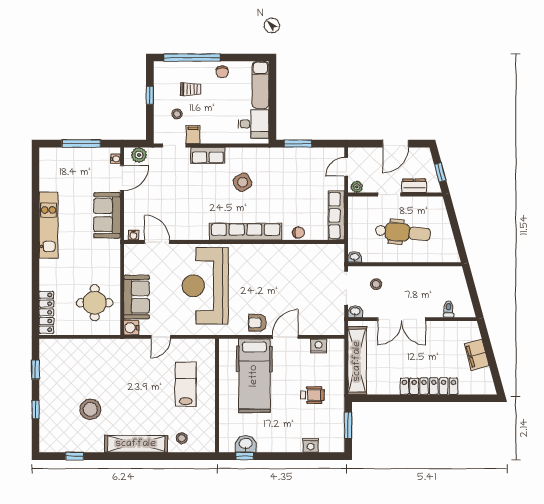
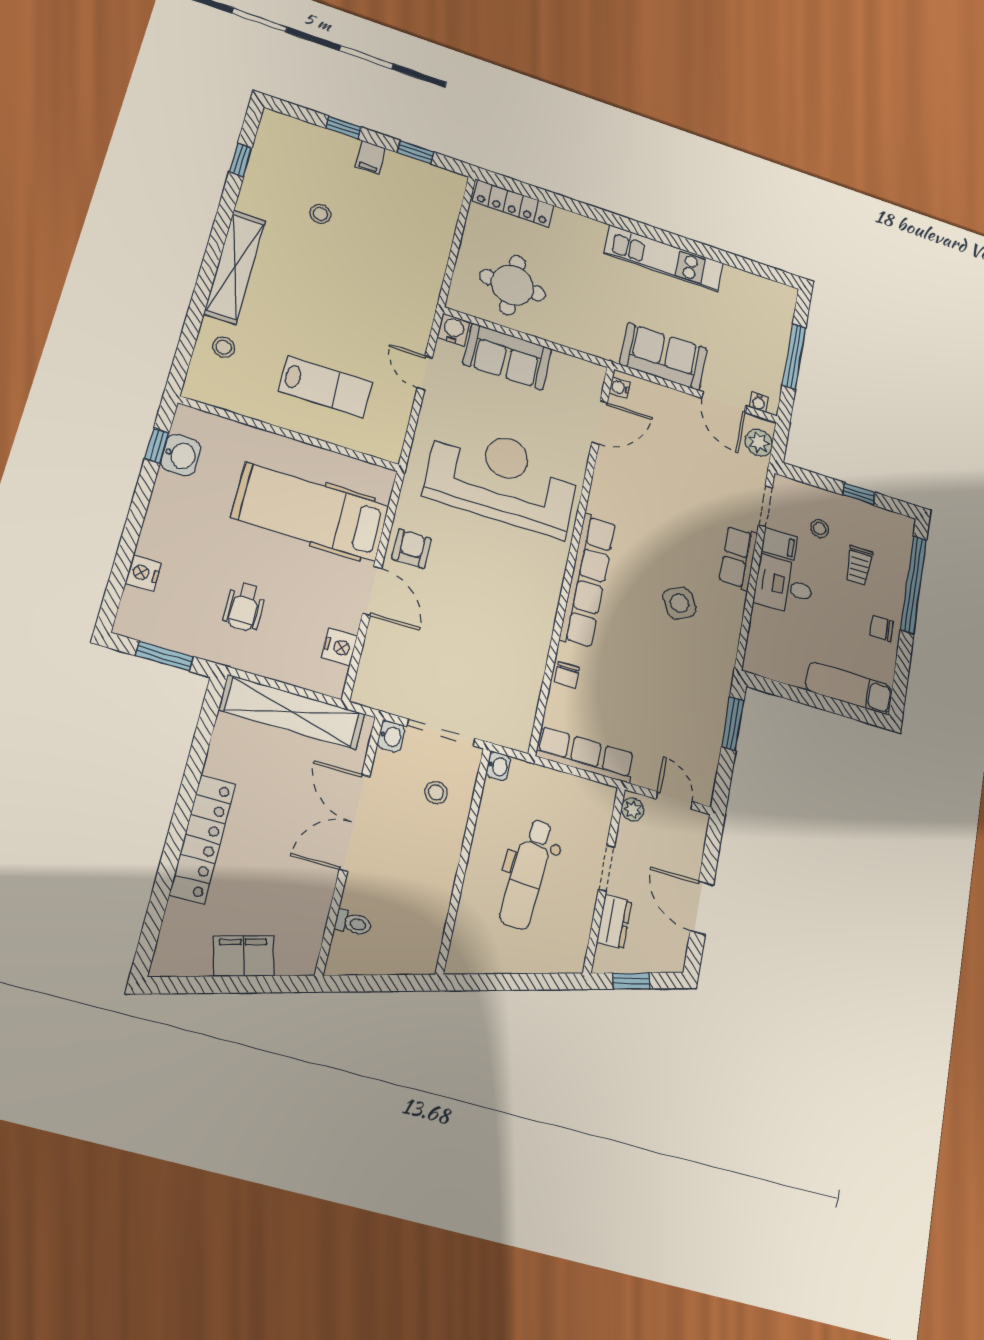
desk: (253, 124) -> (784, 586), moved, turned 90
filing cabinet: (48, 392) -> (370, 158), added
stool: (90, 409) -> (320, 214), width x0.53, depth x0.53

